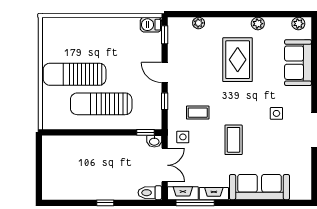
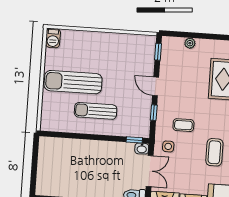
barbecue: (151, 25) -> (53, 38), moved, turned -90
sun lounger: (101, 104) -> (96, 111), width x0.73, depth x0.75

